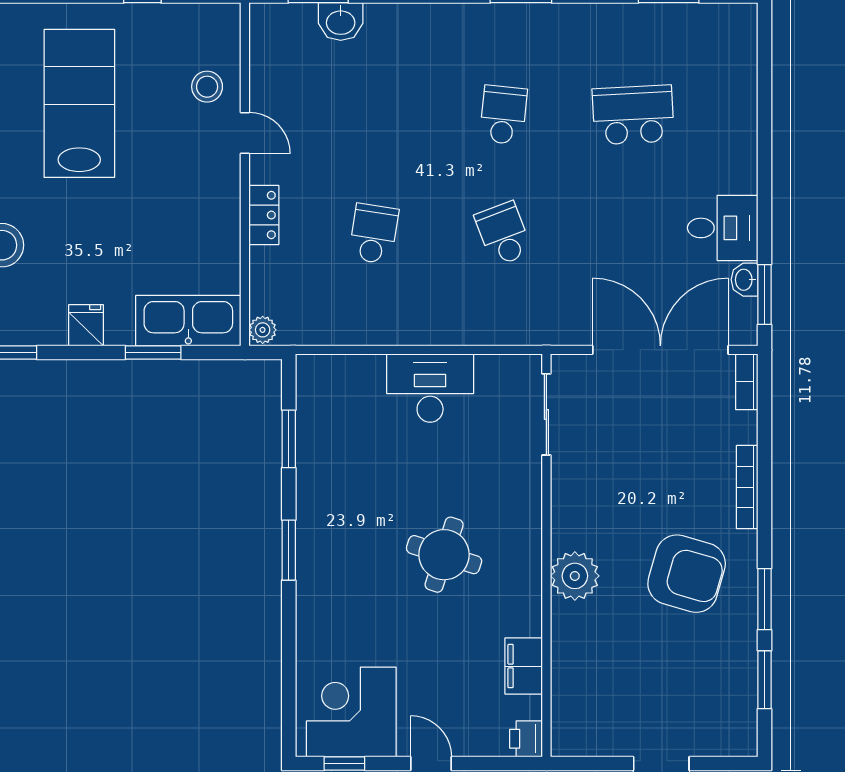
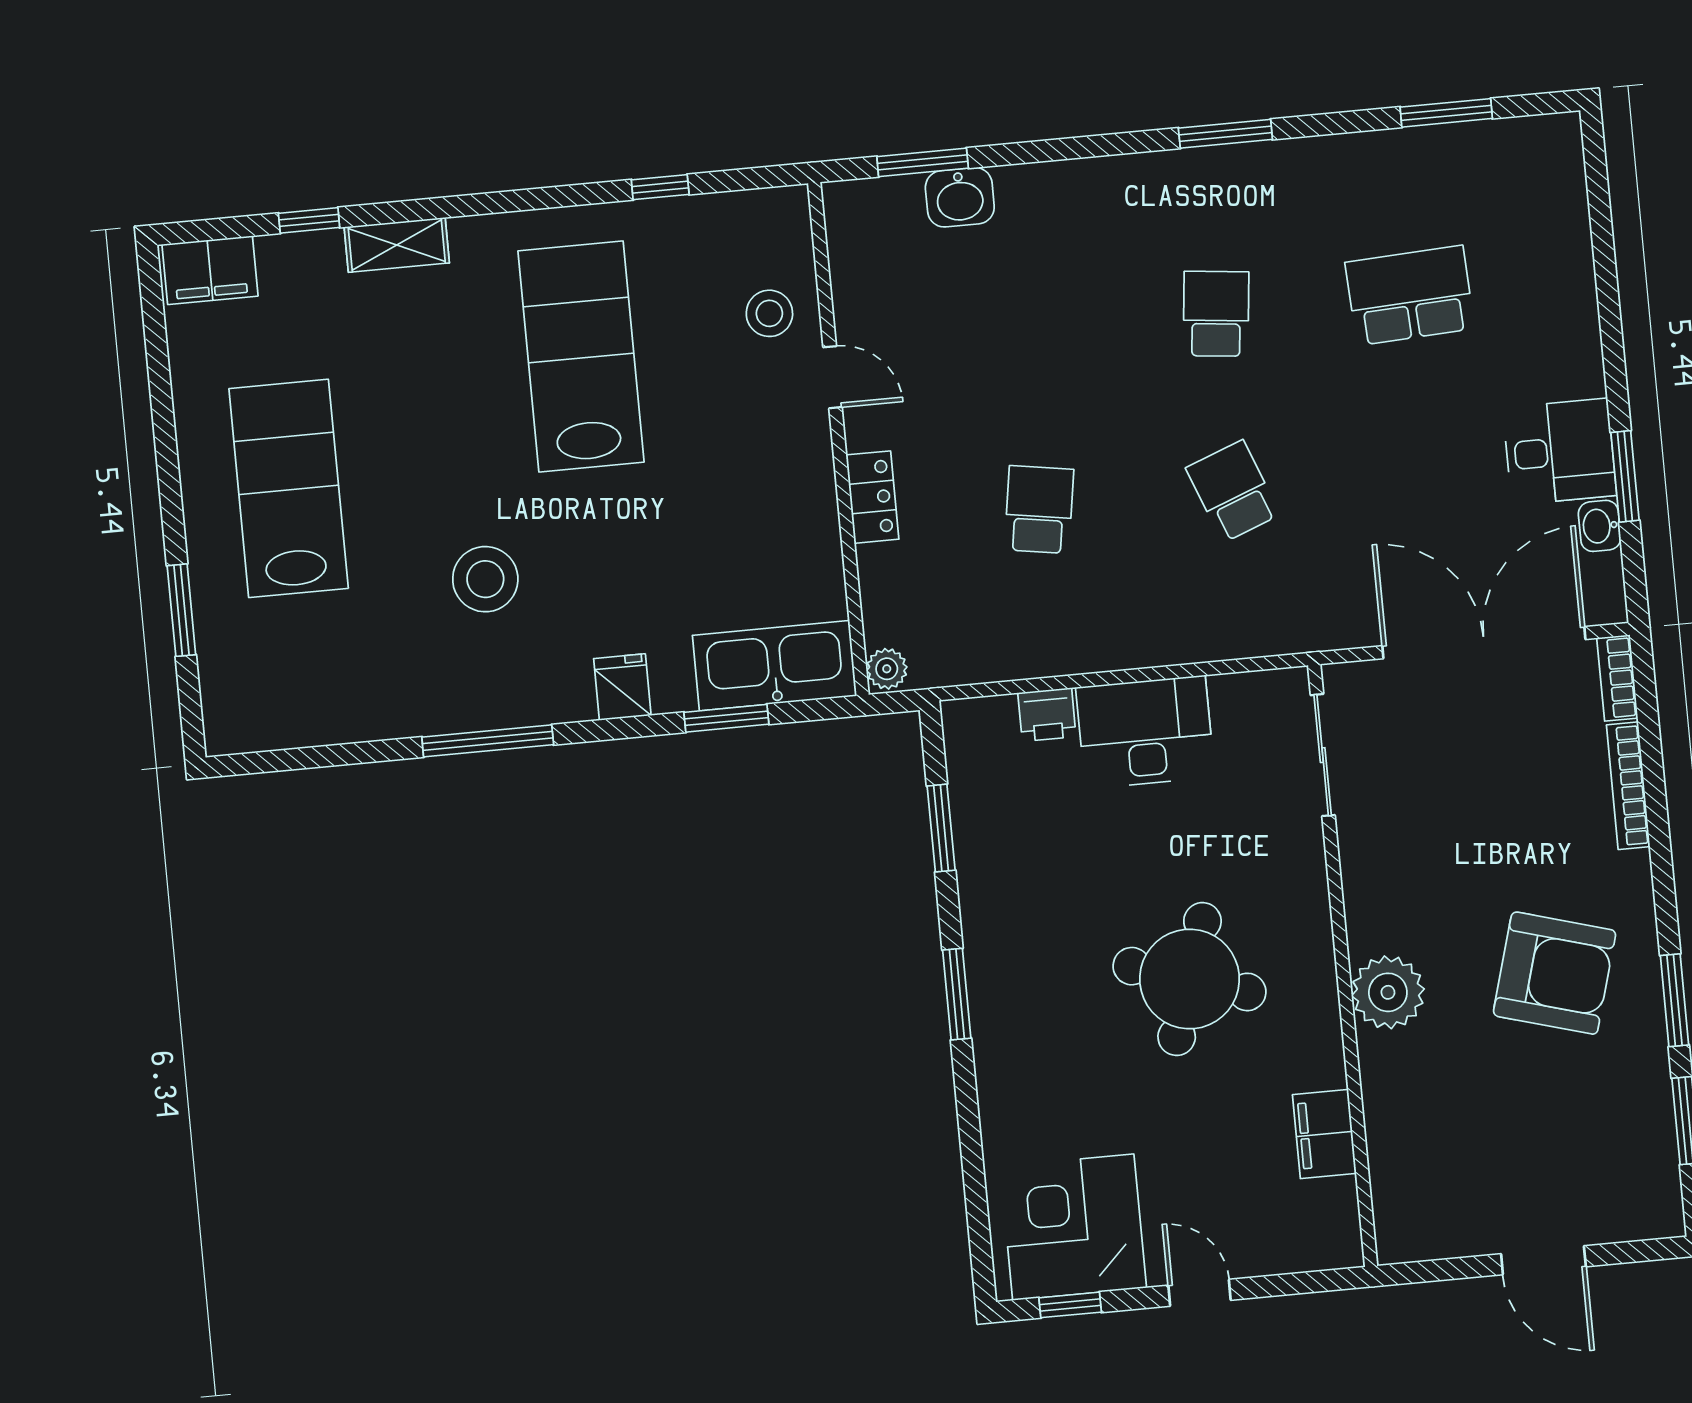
window: (764, 295) -> (1625, 476), moved
bookcase: (747, 487) -> (1628, 786), moved
round table: (444, 555) -> (1190, 979), width x1.36, depth x1.36
printer: (526, 739) -> (1047, 715), moved, turned -90

